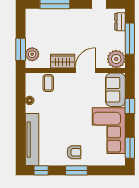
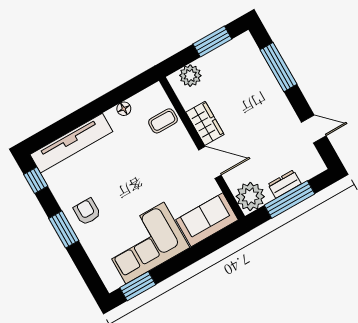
dresser: (120, 22) -> (285, 184), moved
window: (21, 49) -> (212, 42), moved
window: (130, 106) -> (196, 253), removed
armchair: (74, 152) -> (87, 212), turned 180

